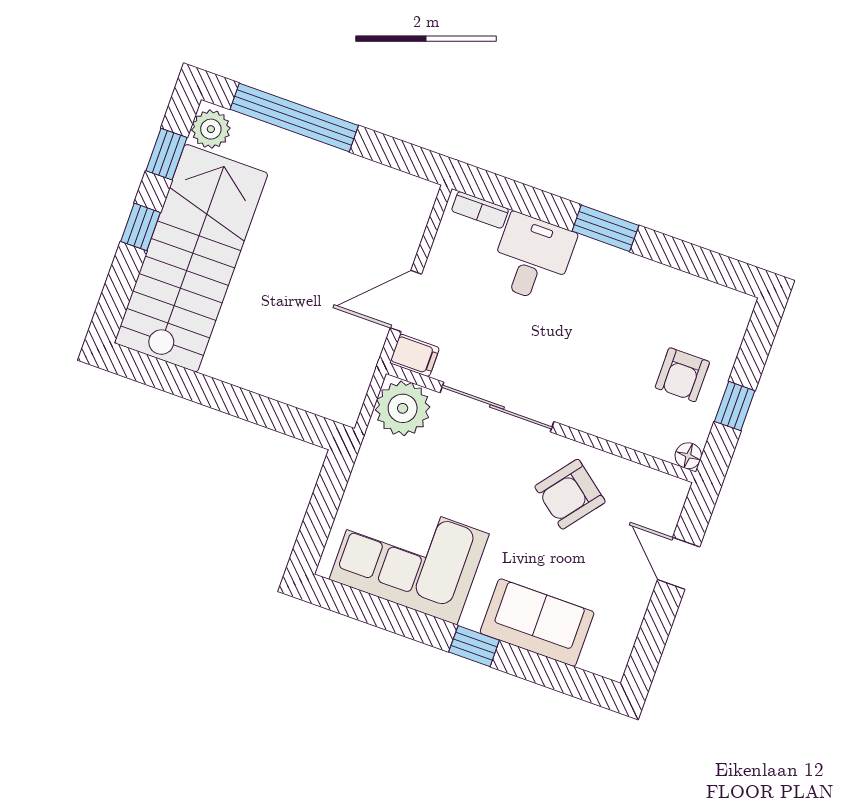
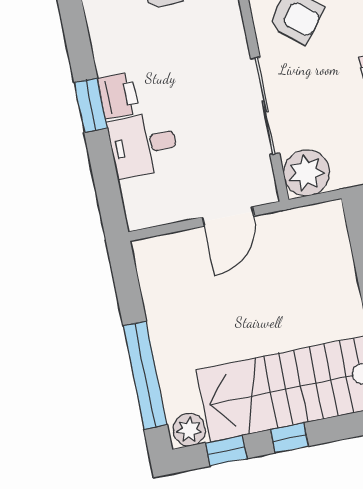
bookcase: (480, 210) -> (131, 203), removed
printer: (598, 263) -> (118, 96), added
door: (406, 301) -> (228, 217), hinge flipped
filing cabinet: (415, 355) -> (263, 187), removed

